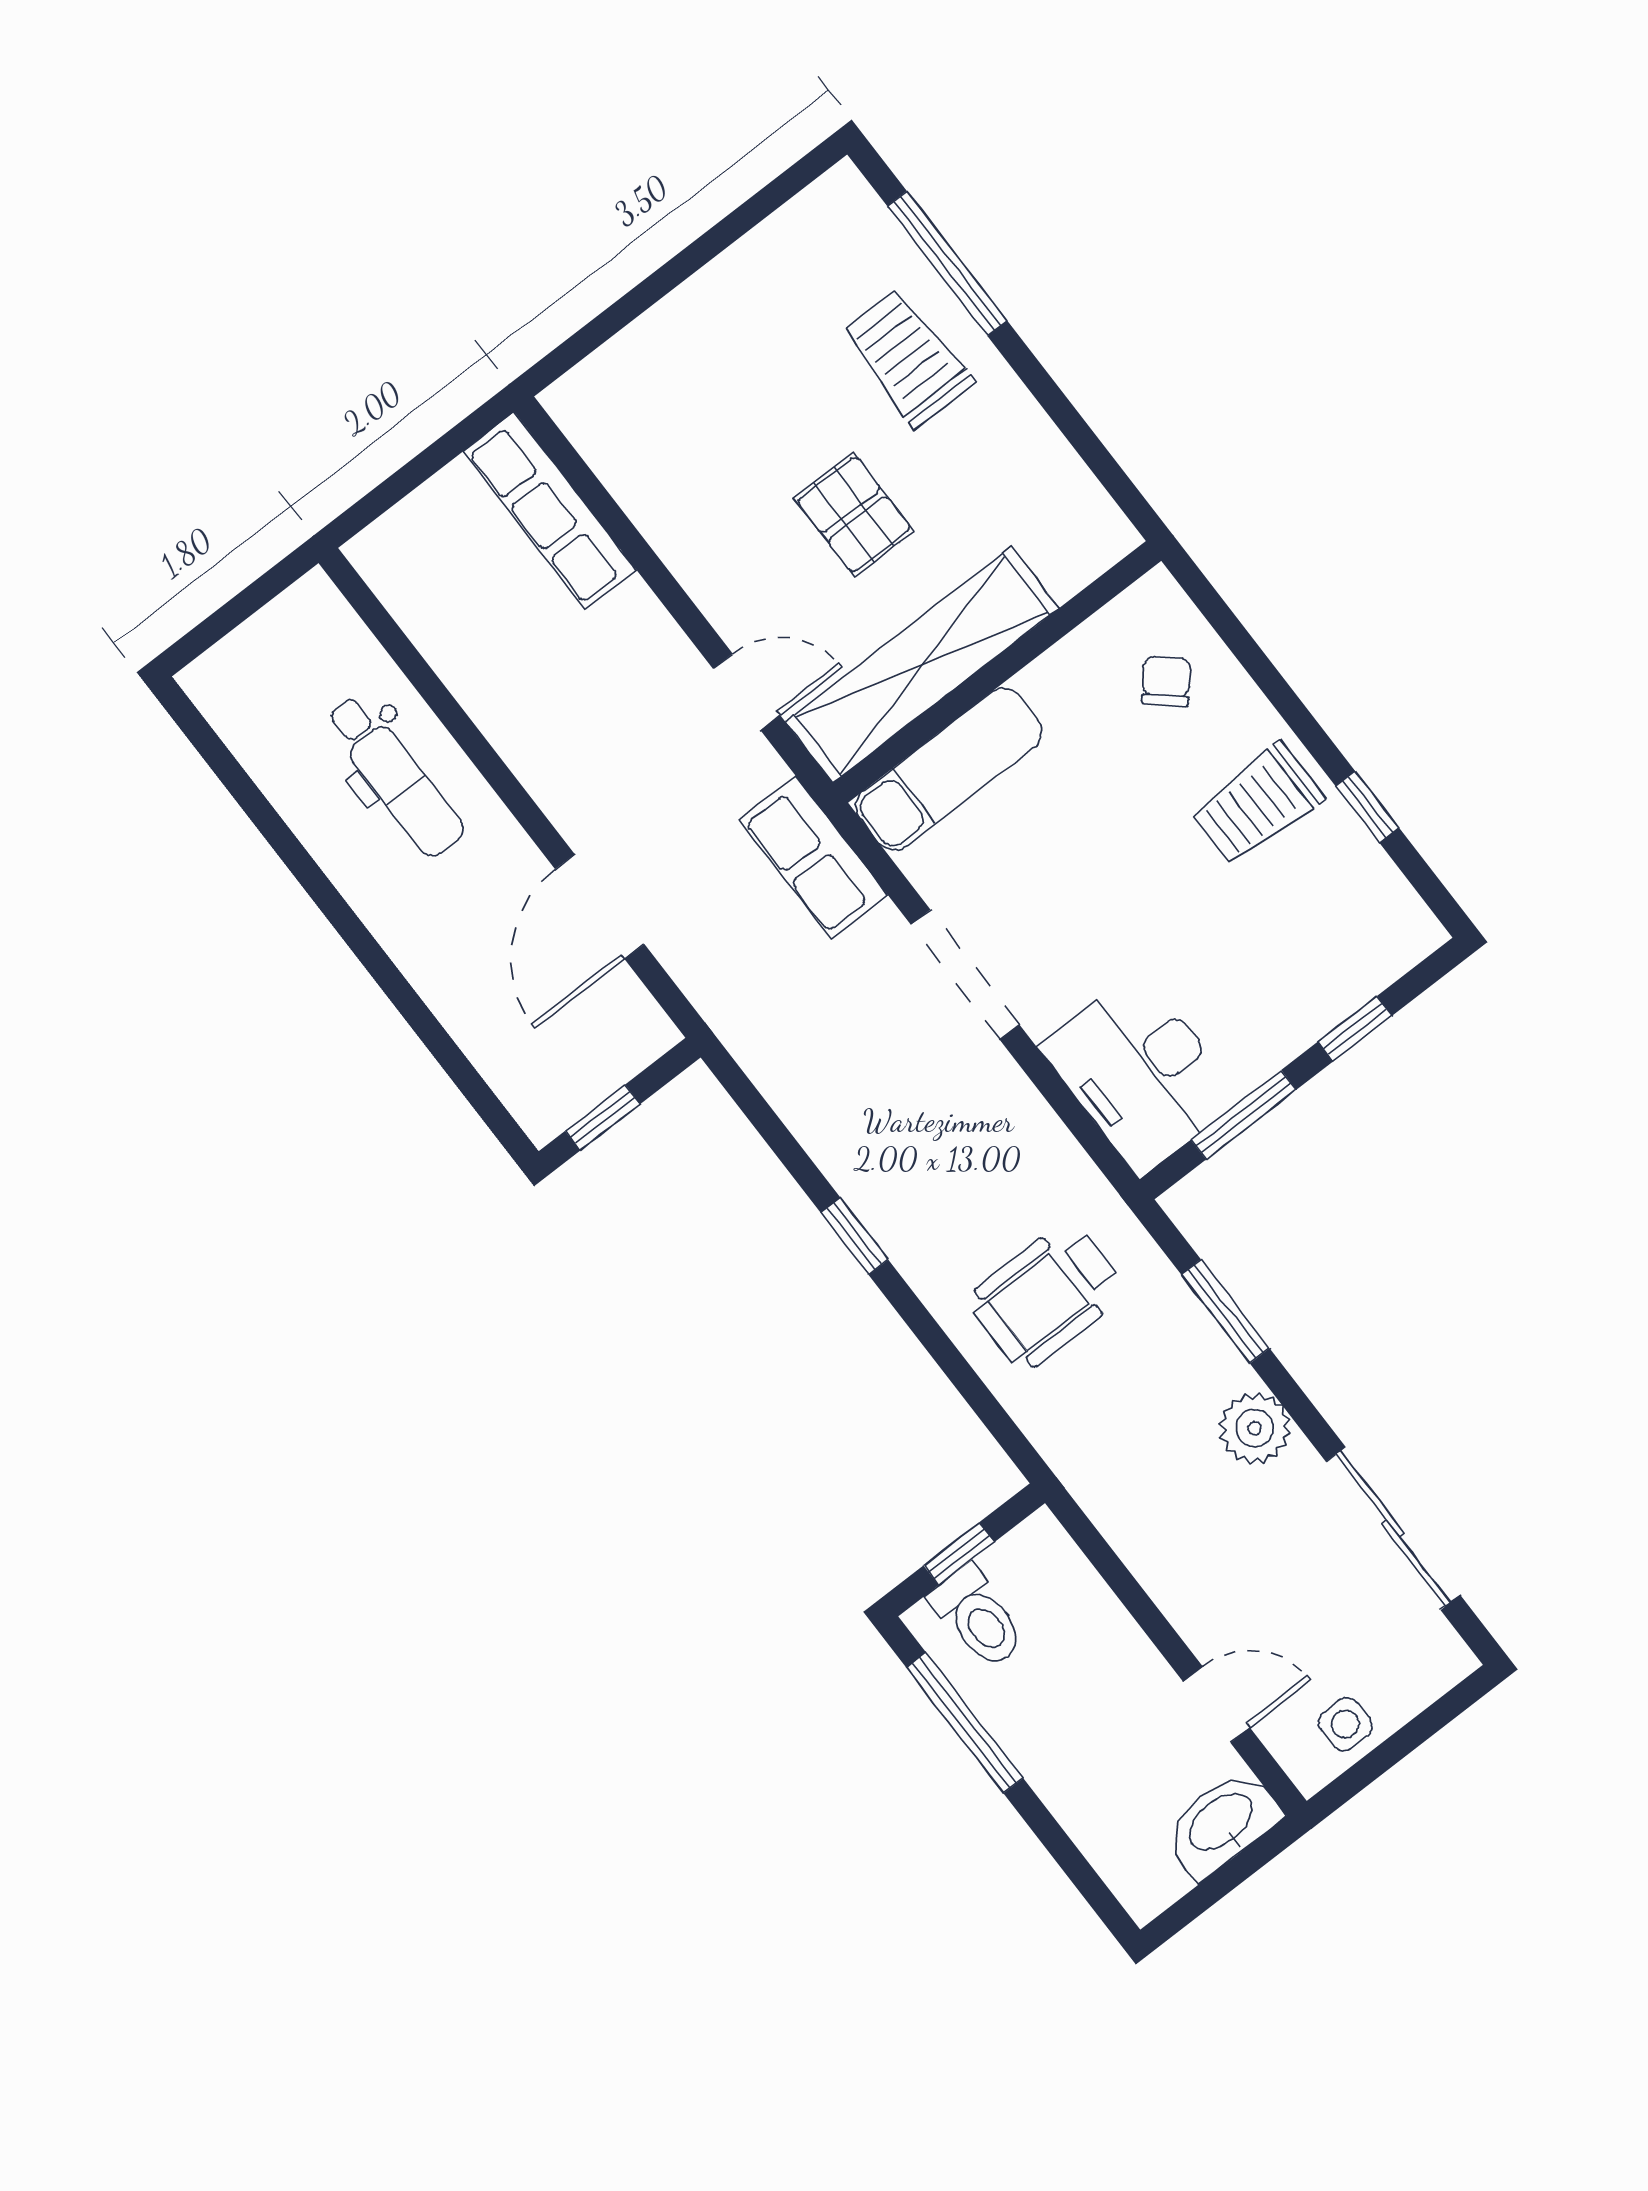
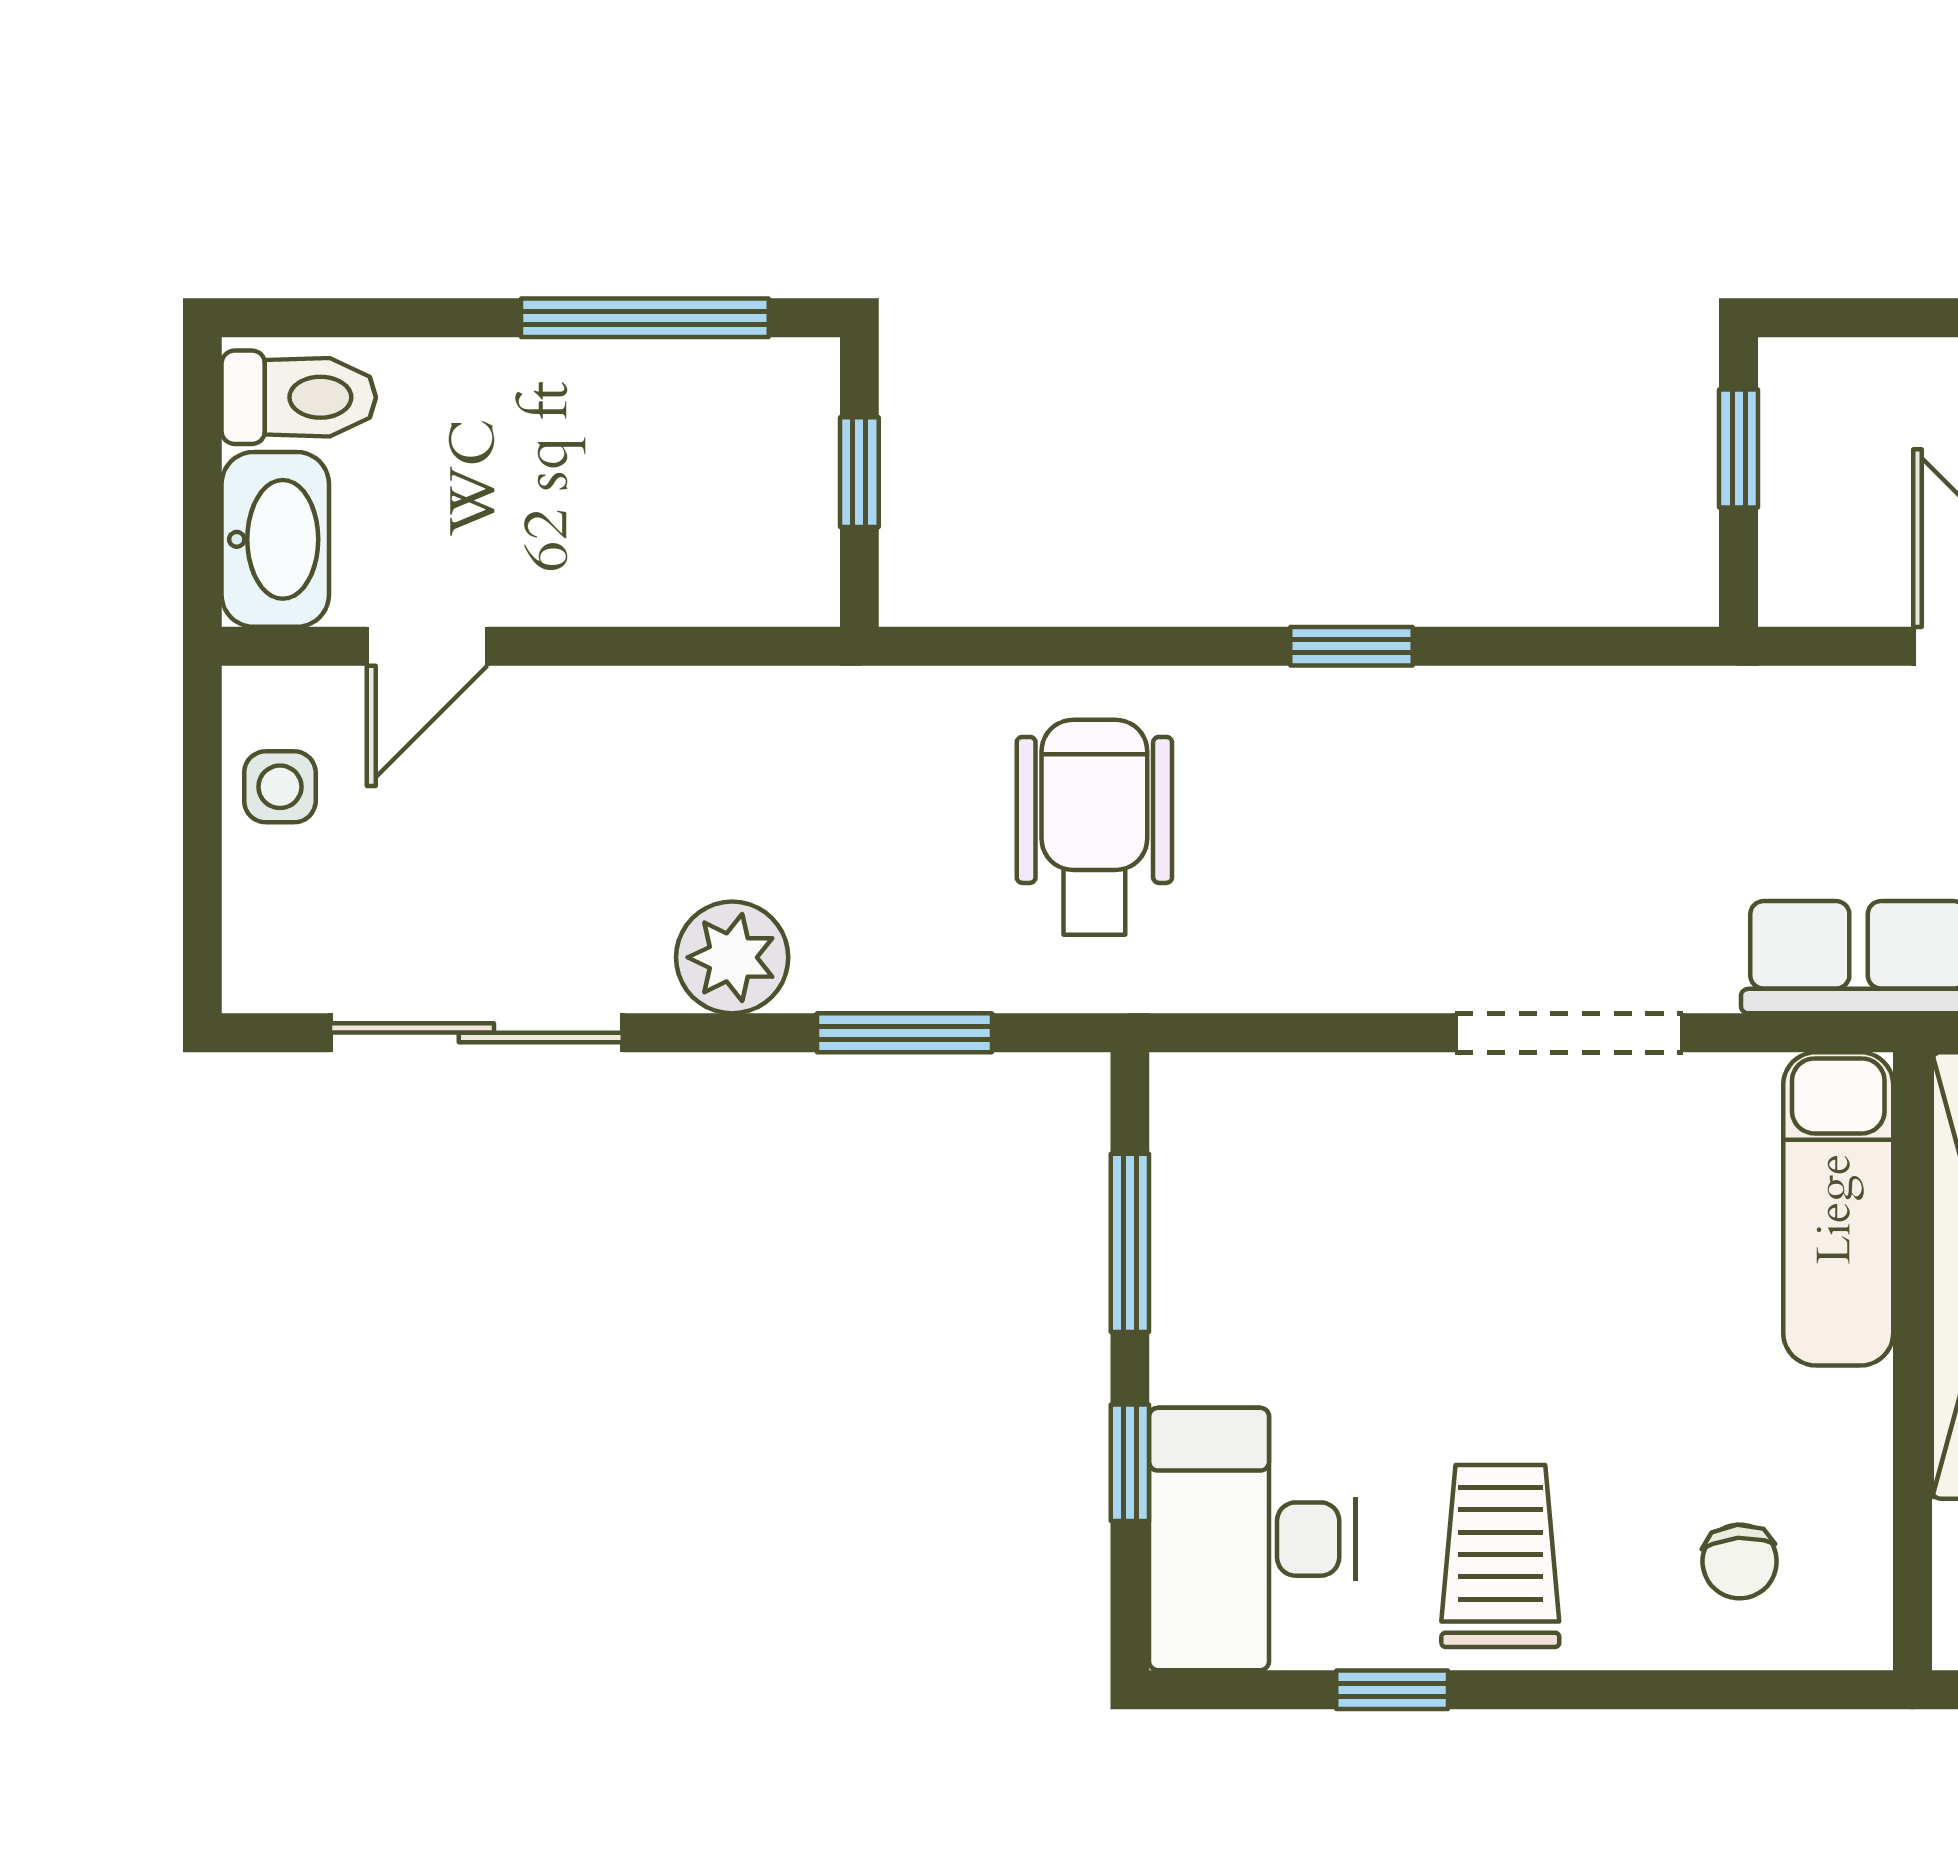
chair: (1166, 681) -> (1740, 1561), turned 45
desk: (1140, 1073) -> (1252, 1539), moved, turned -90
toilet: (978, 1617) -> (299, 397), moved, turned 180

